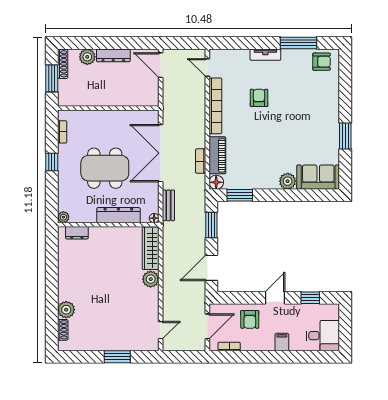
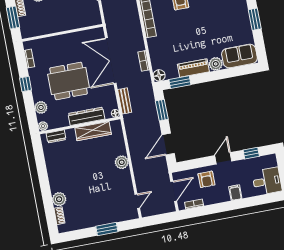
piano: (217, 155) -> (193, 68), moved, turned -90
plant: (65, 194) -> (41, 107), added
wardrobe: (151, 248) -> (93, 131), moved, turned -90

